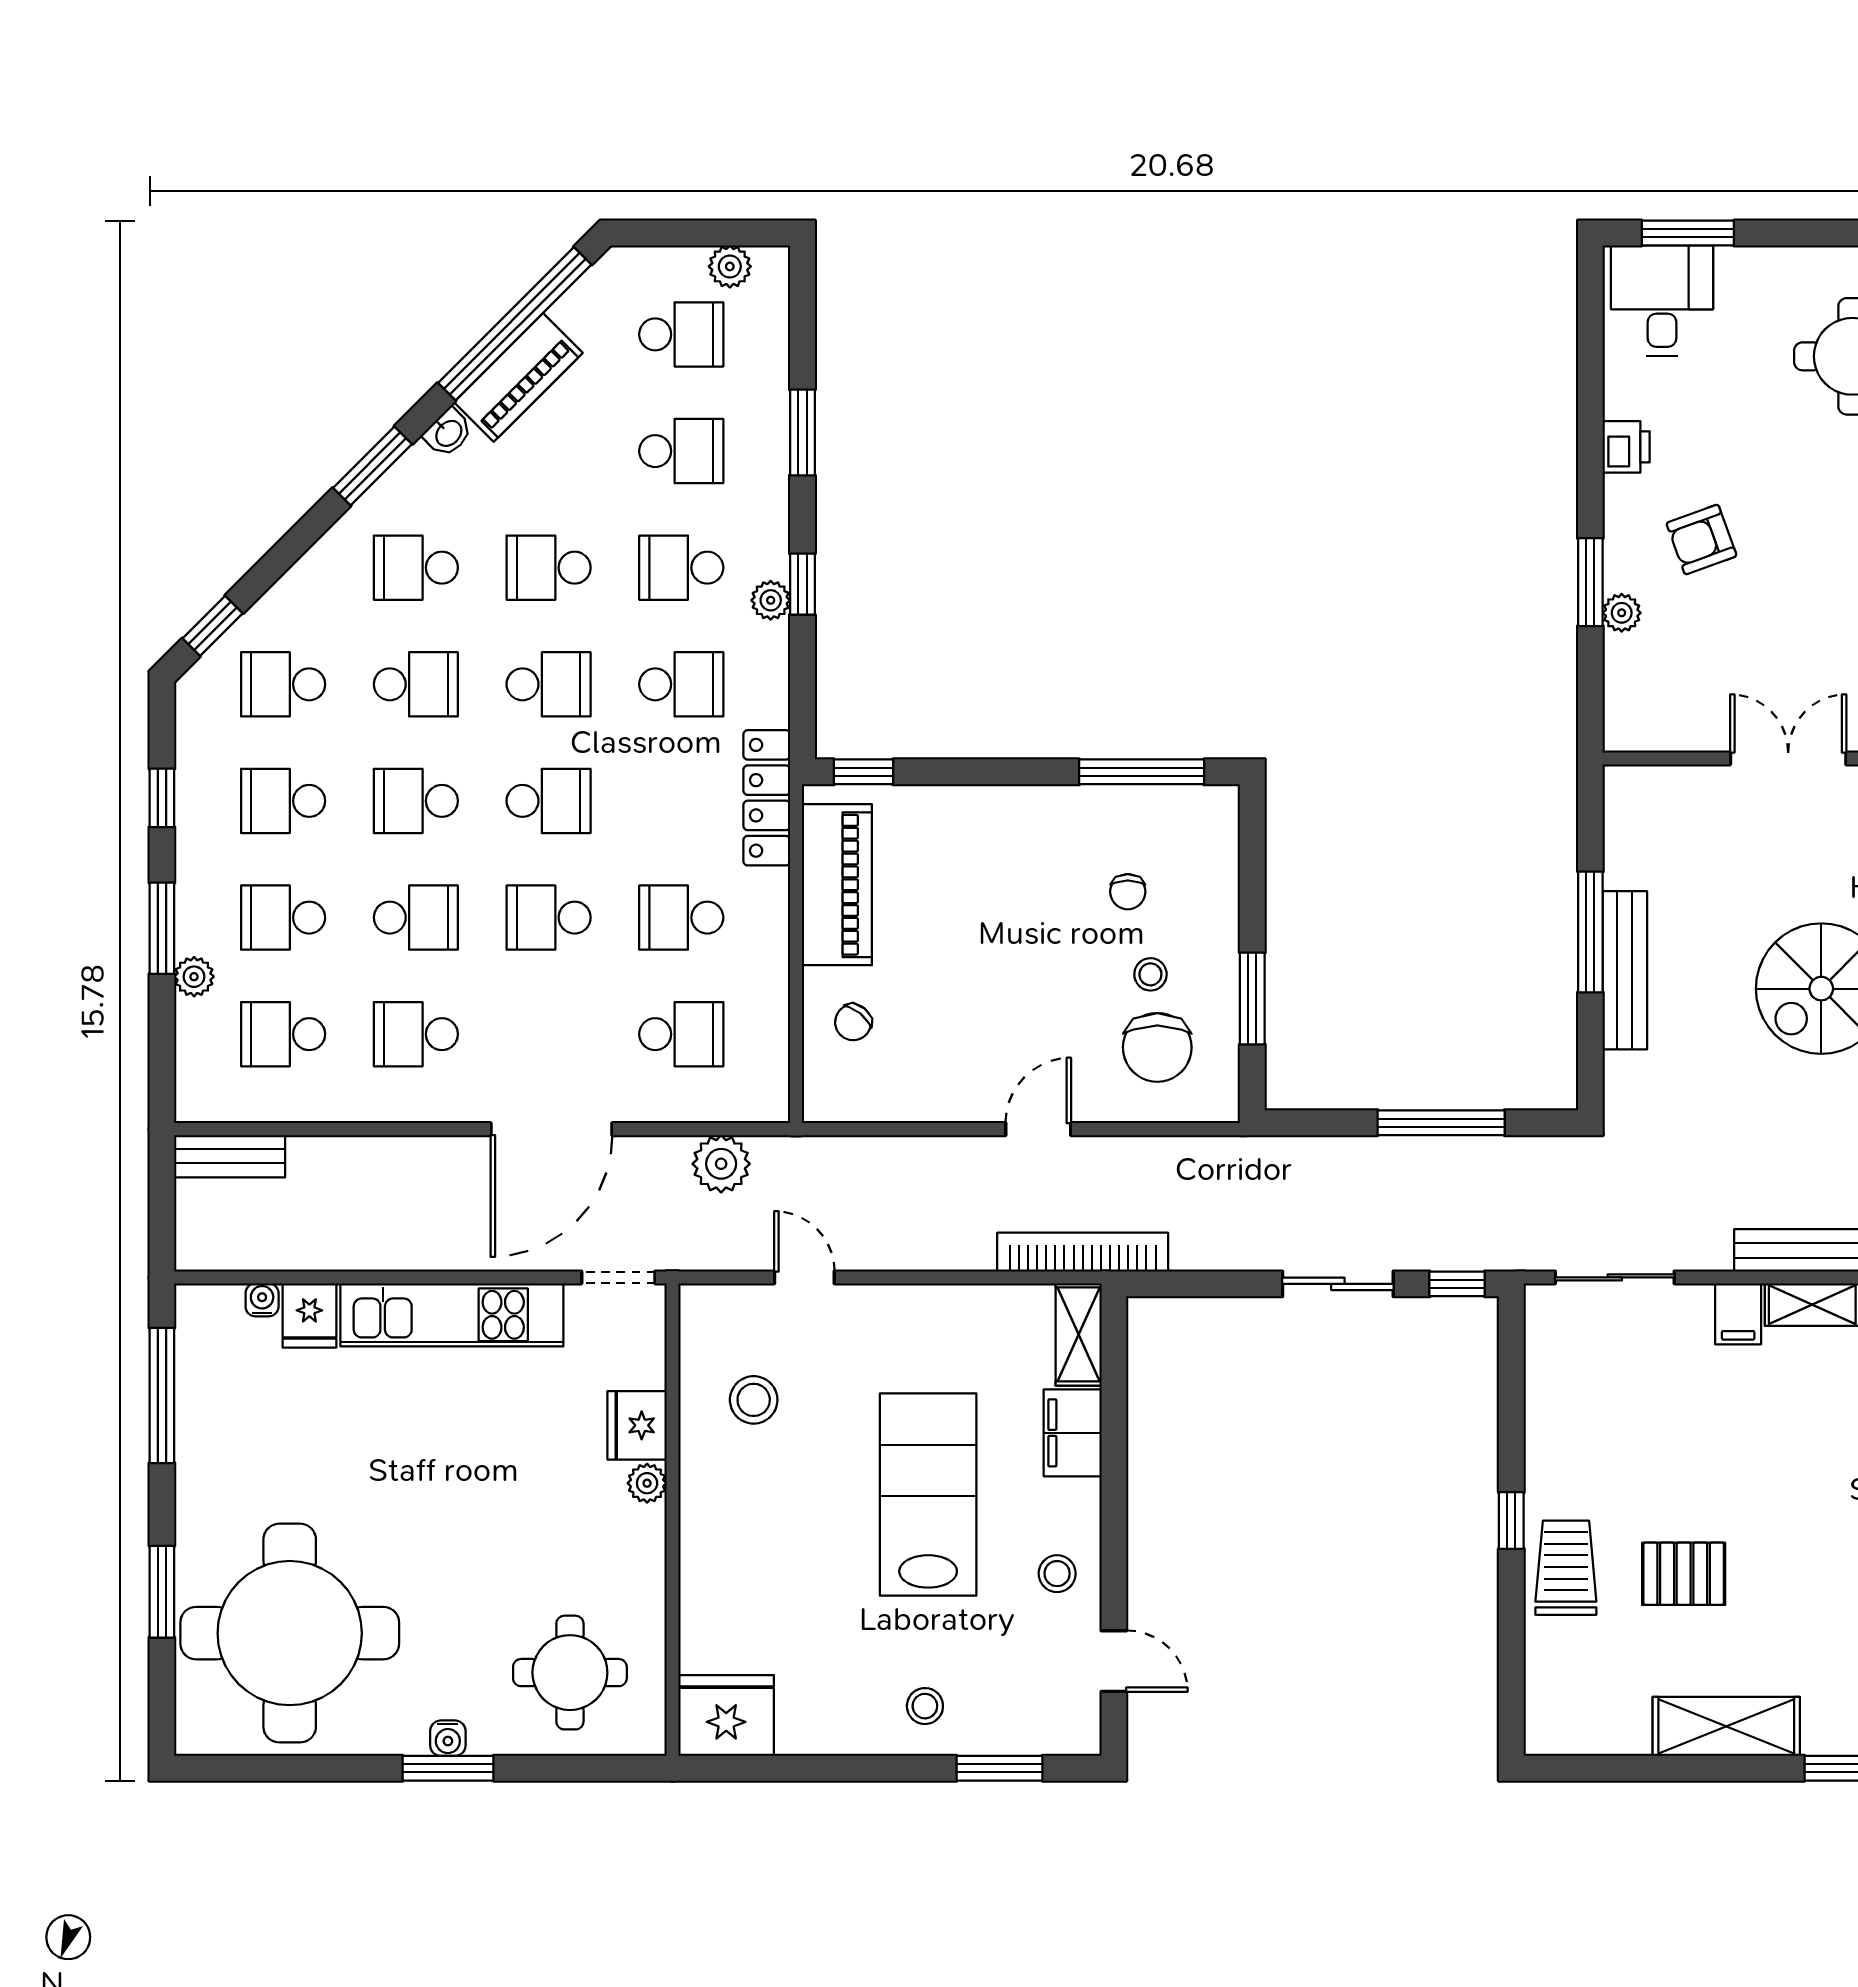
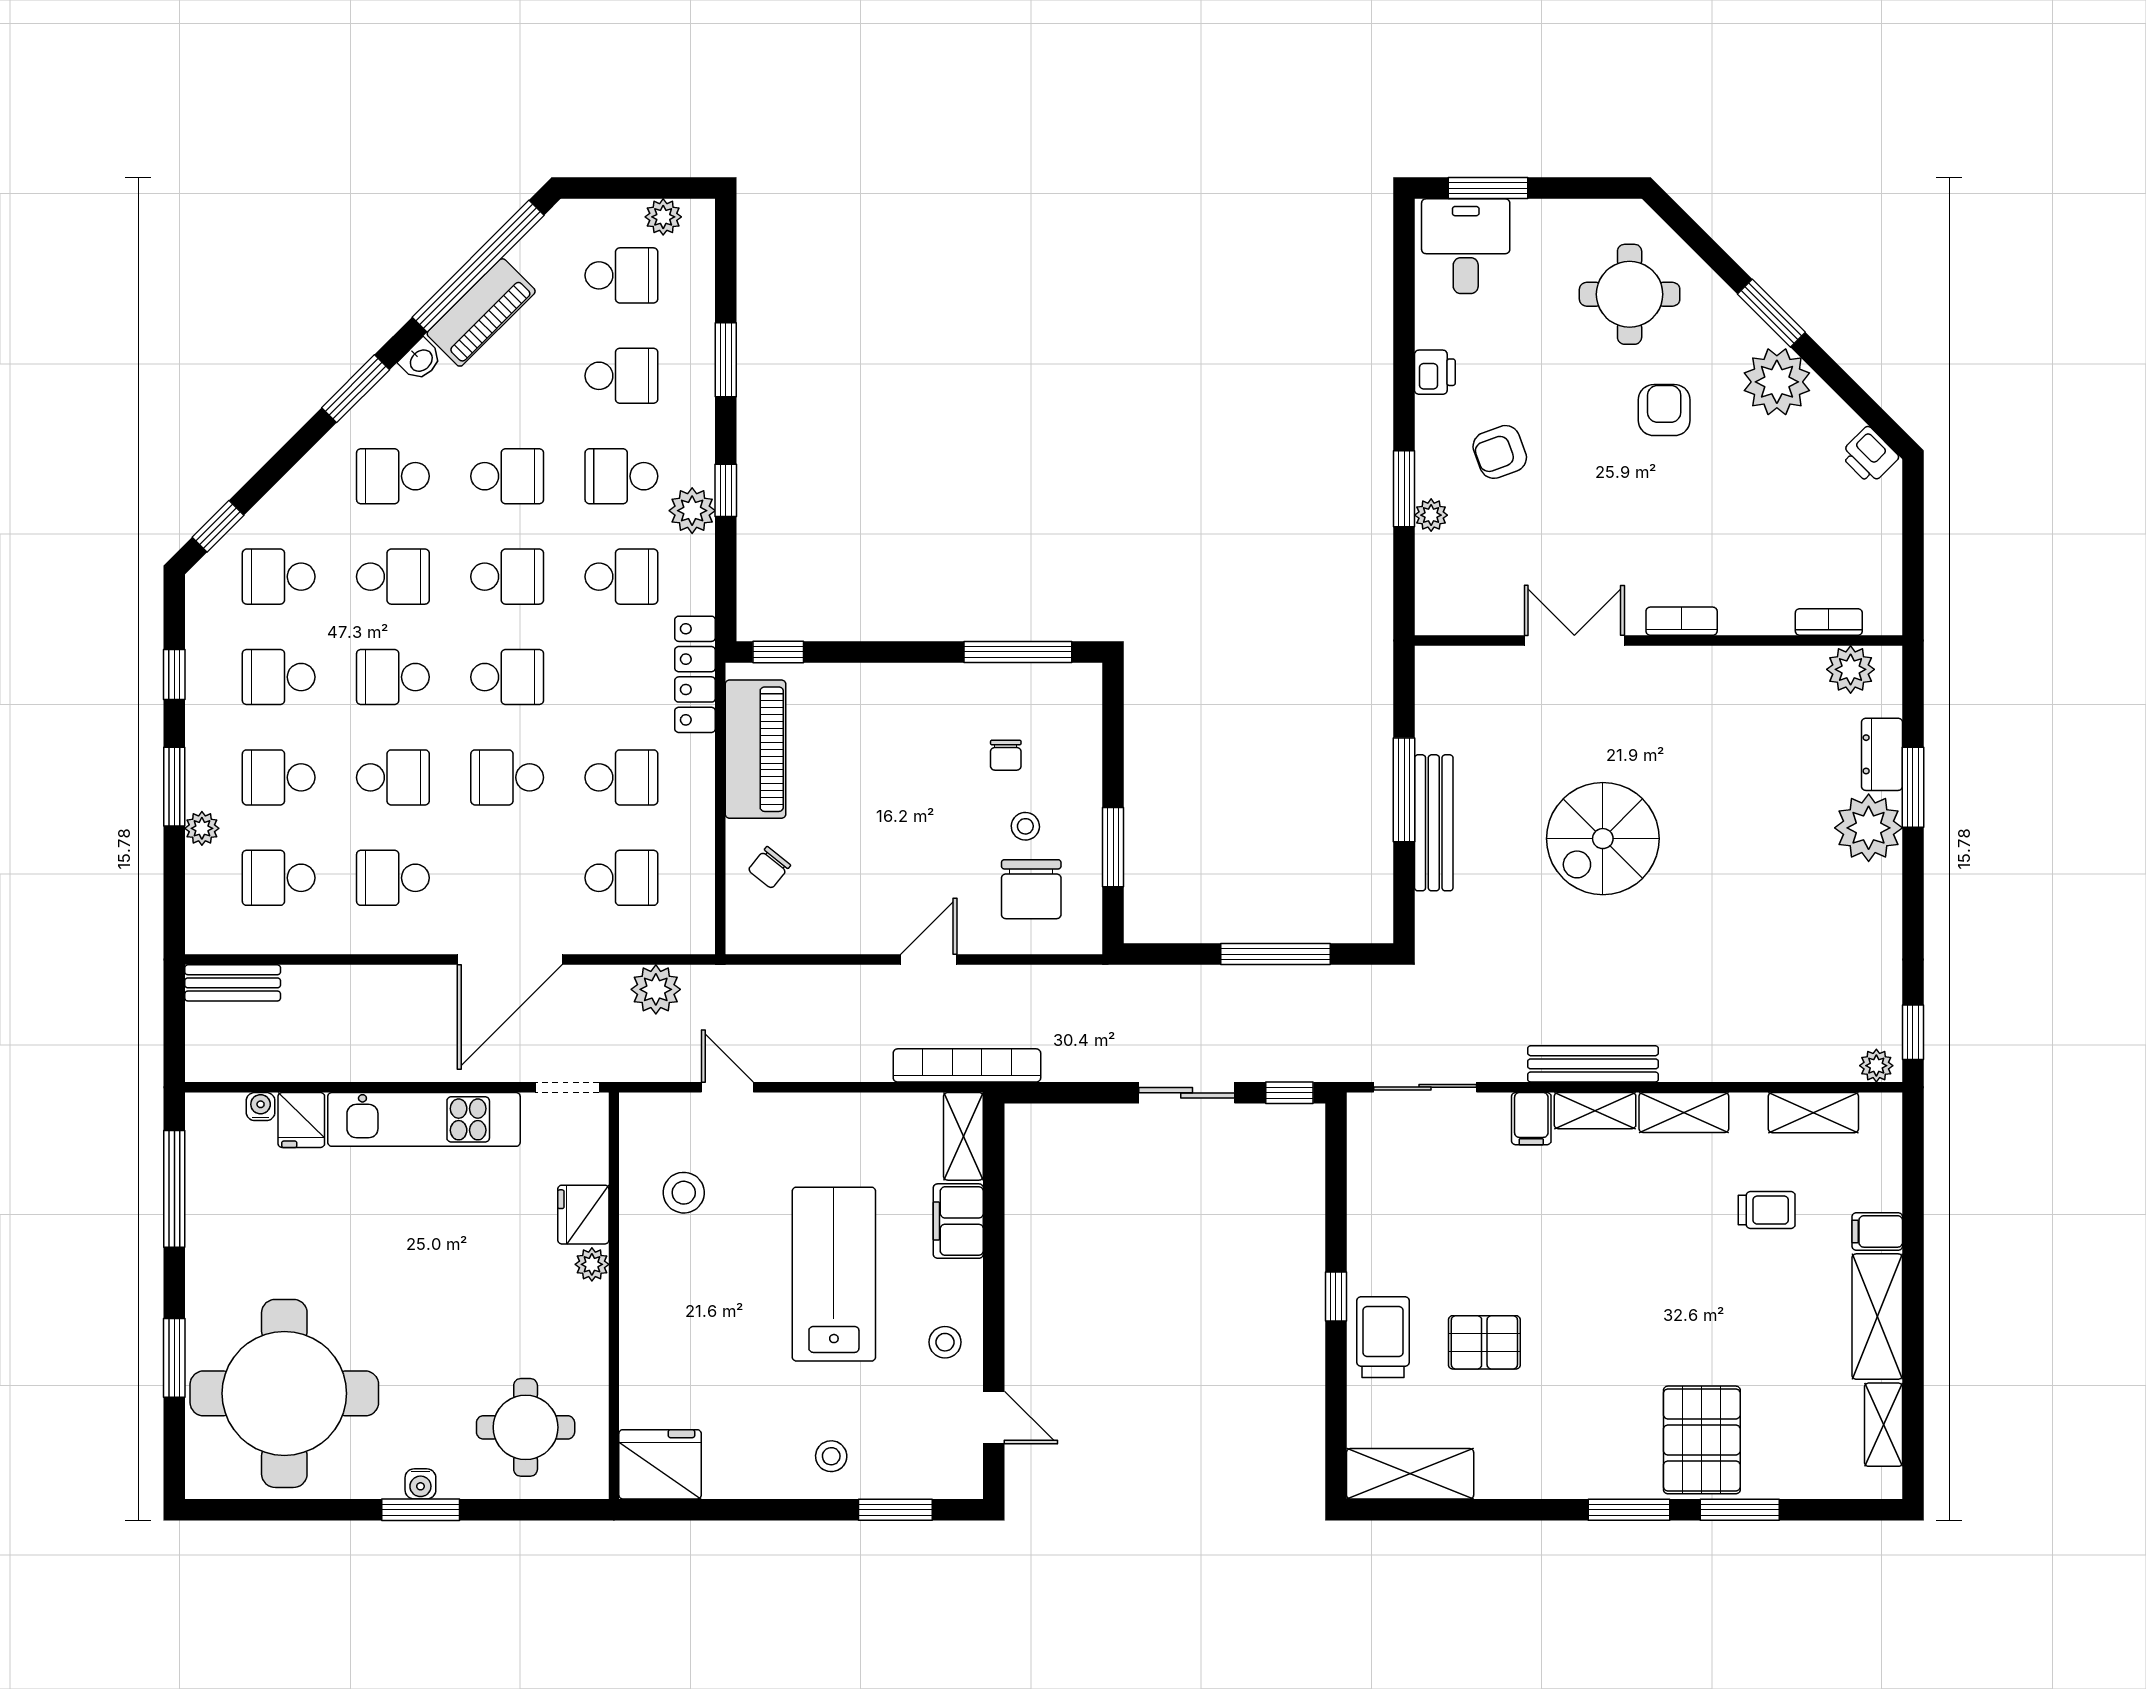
school desk: (549, 568) -> (507, 476), turned 180
plant: (771, 600) -> (692, 511), width x1.38, depth x1.38
school desk: (681, 918) -> (621, 777), turned 180
shelving: (1726, 1726) -> (1410, 1474), moved

